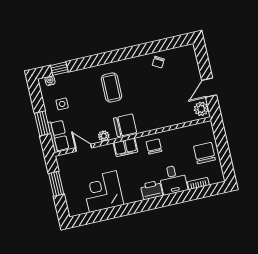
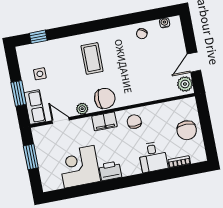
water cooler: (50, 81) -> (165, 23), moved
chair: (204, 153) -> (187, 130), turned 180
printer: (152, 190) -> (110, 171), moved

